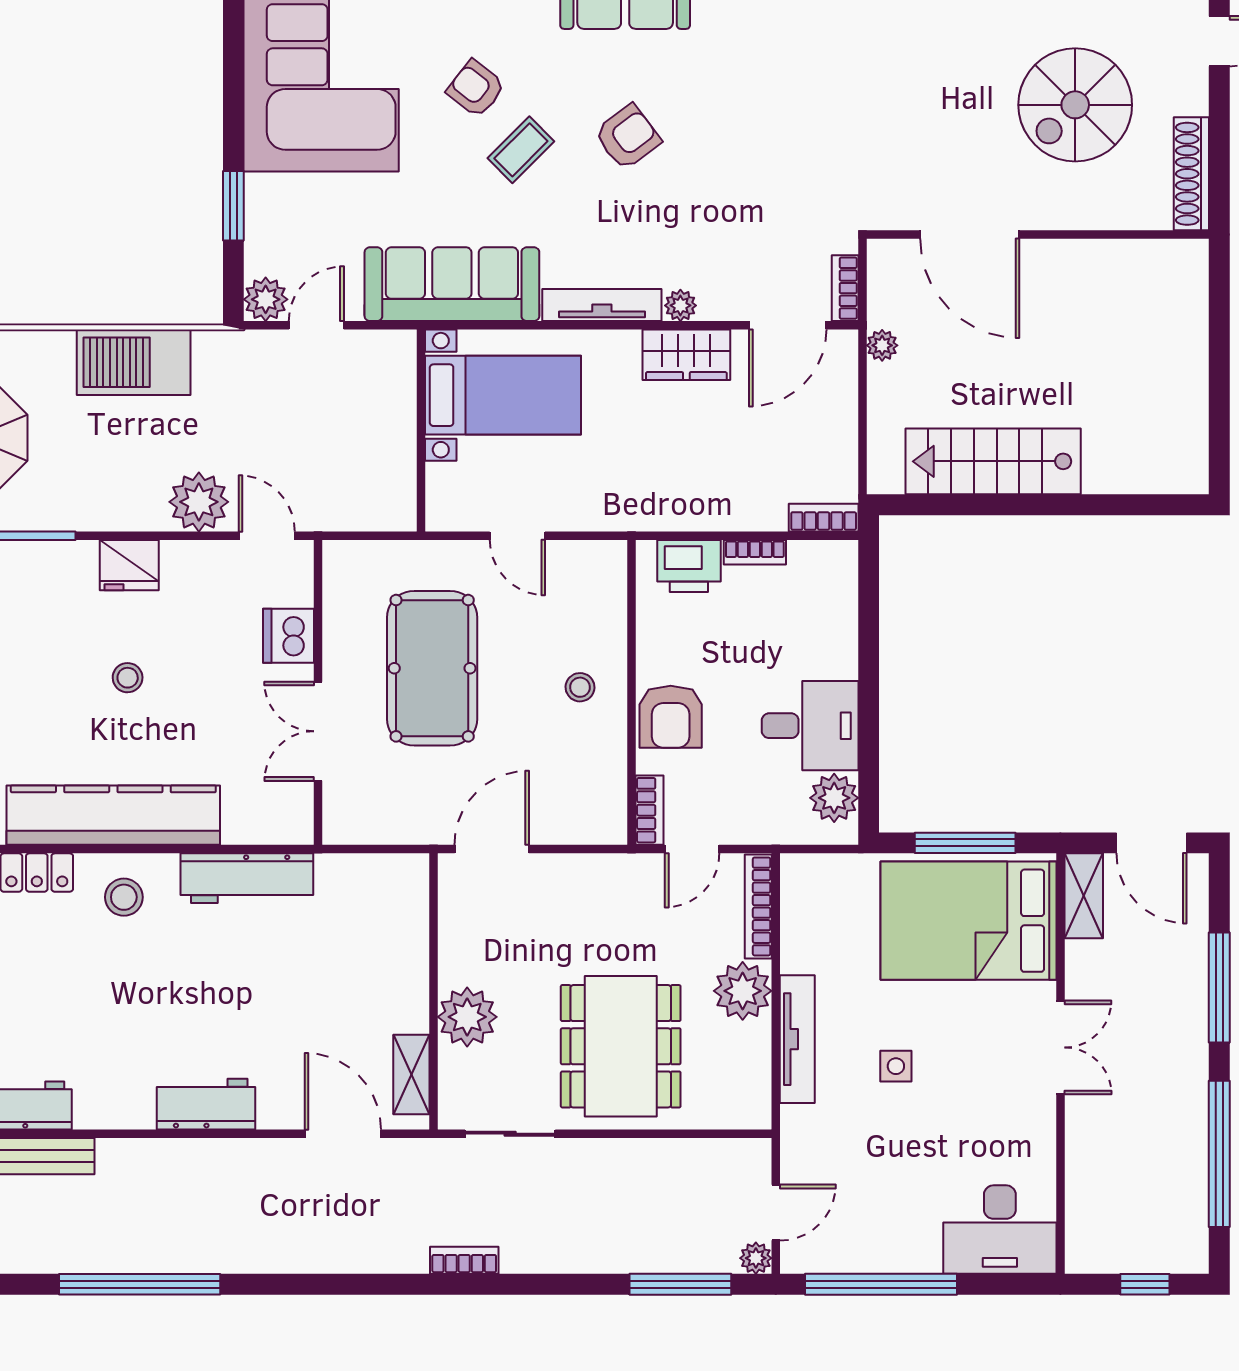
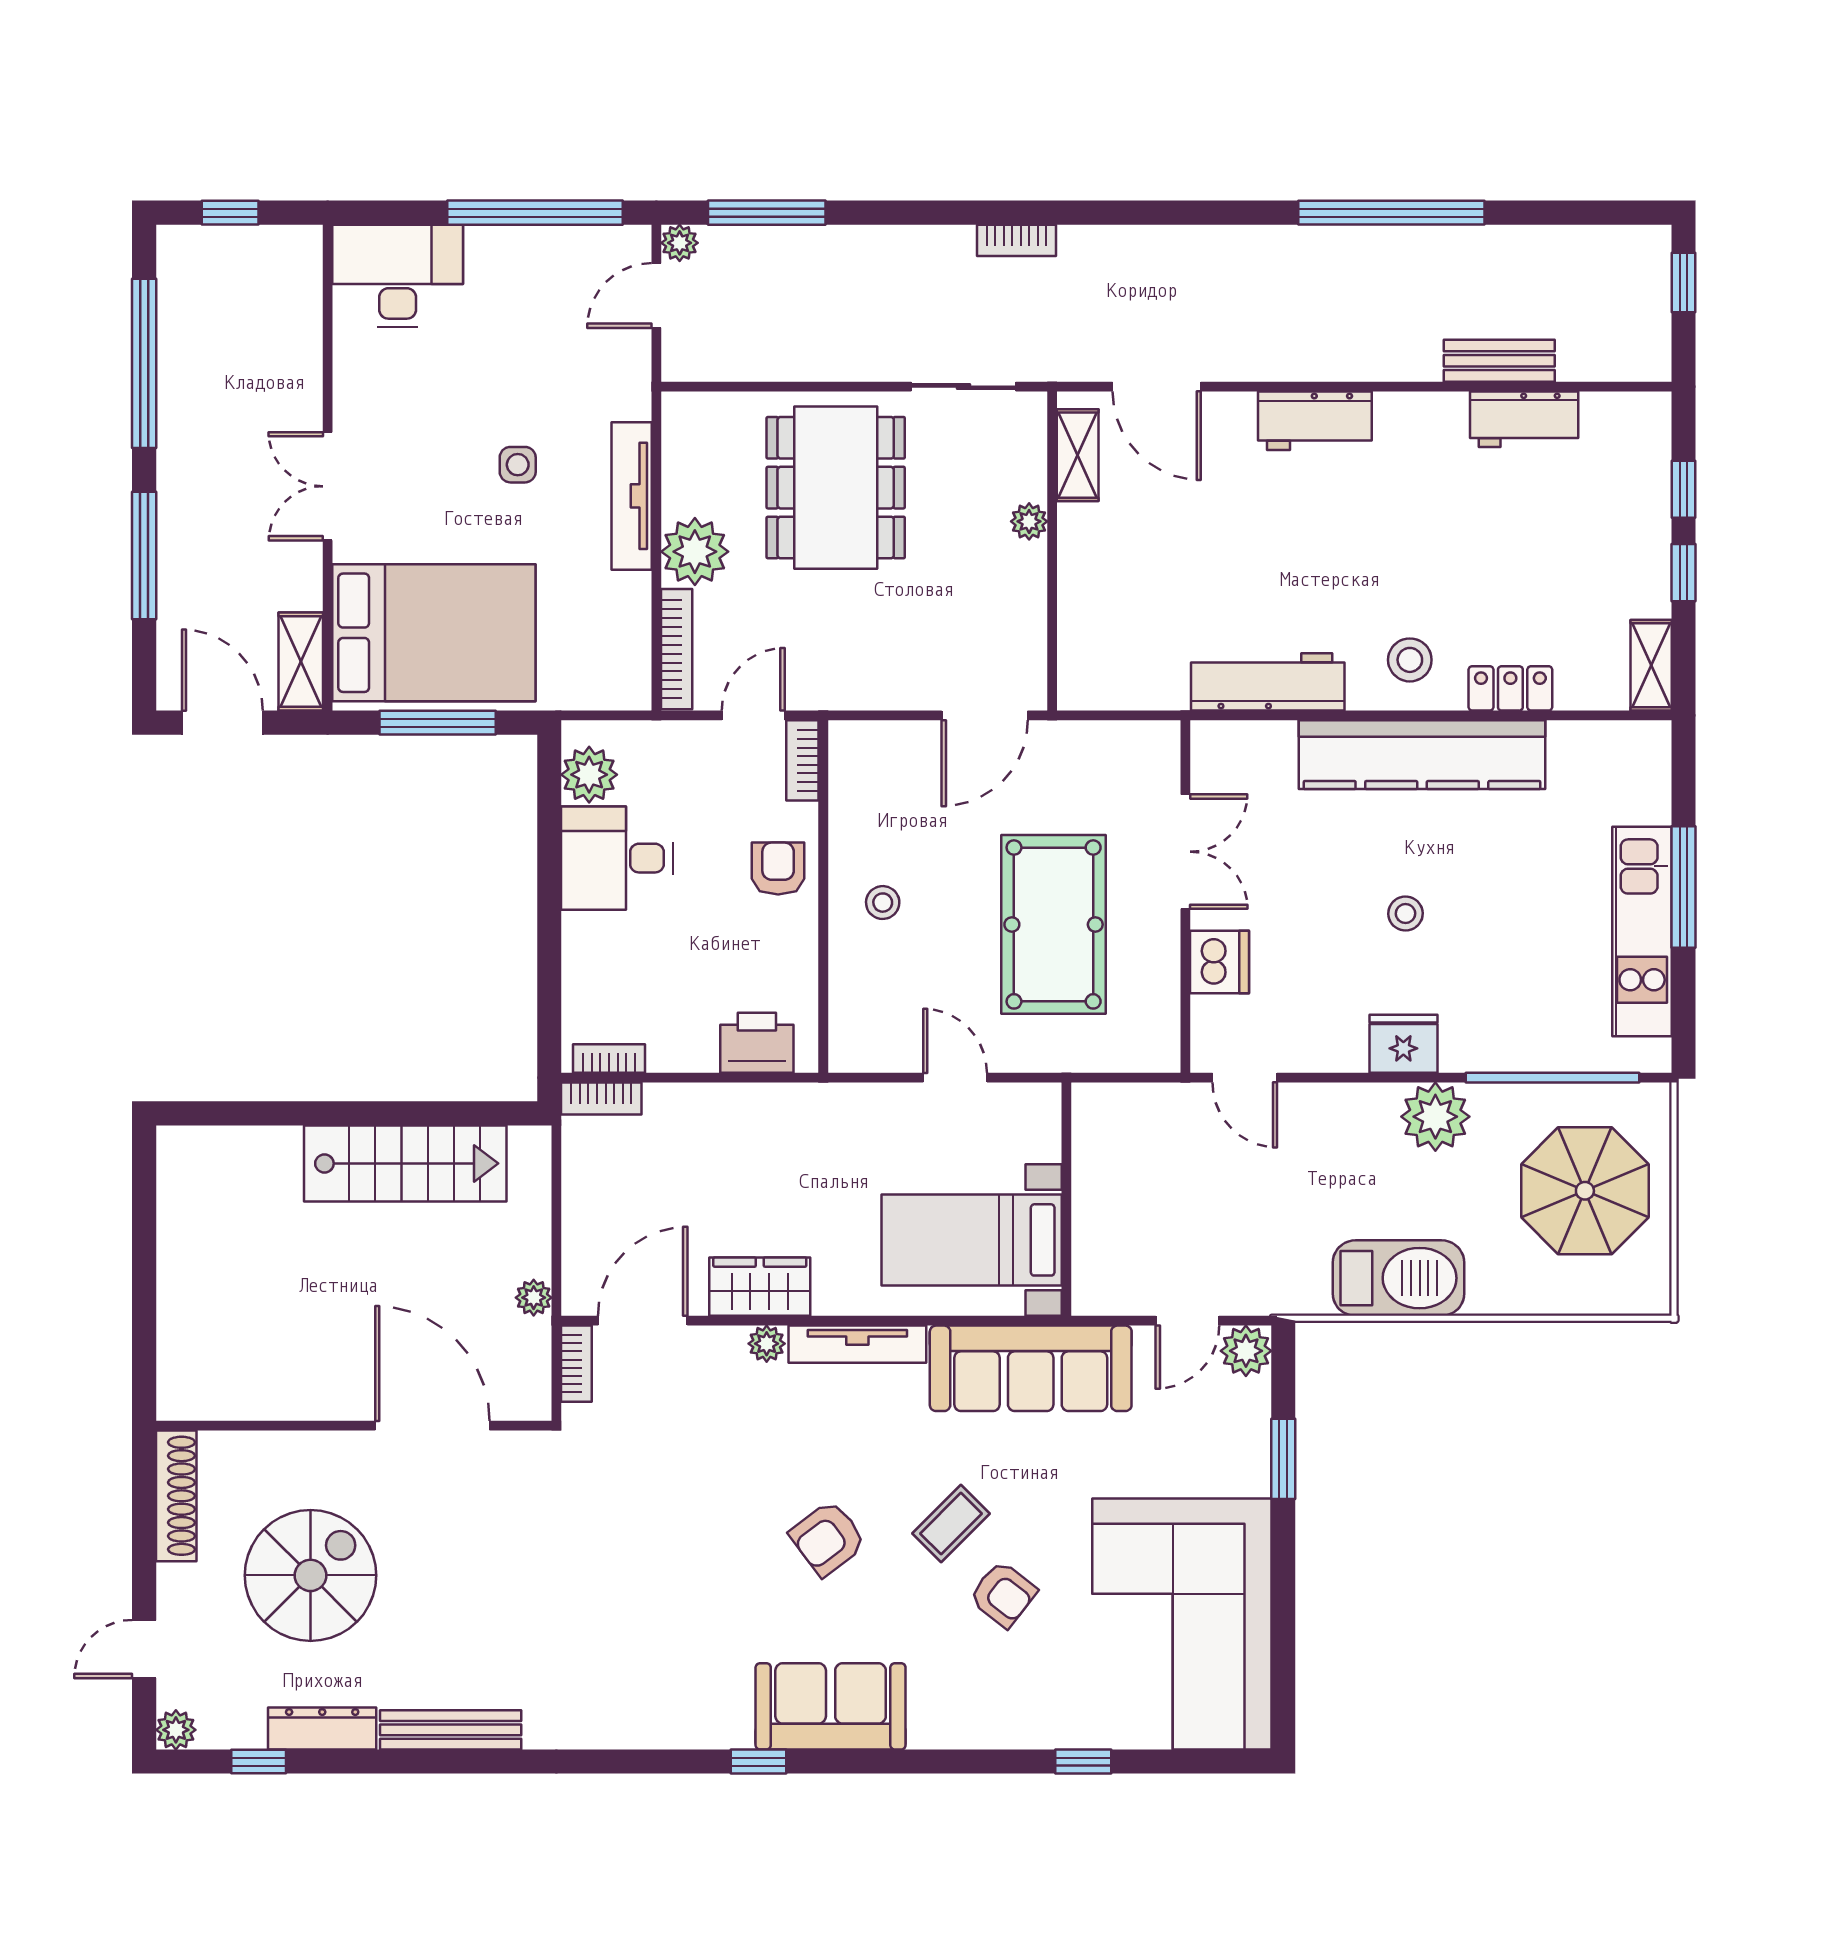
plant: (199, 502) -> (1435, 1117), moved
bookcase: (755, 552) -> (609, 1059), moved
armchair: (671, 717) -> (778, 868), width x0.72, depth x0.72
plant: (467, 1017) -> (1029, 521), width x0.53, depth x0.53

